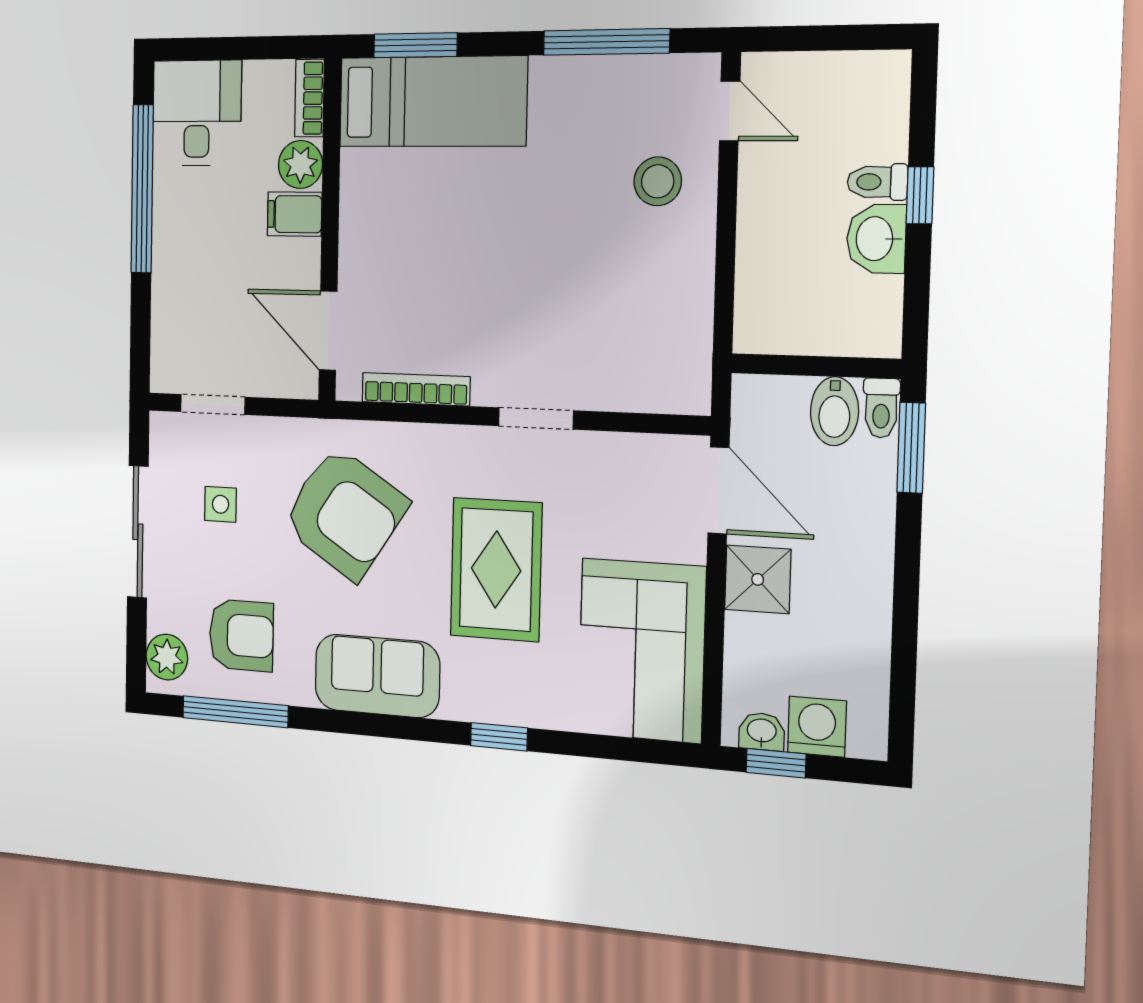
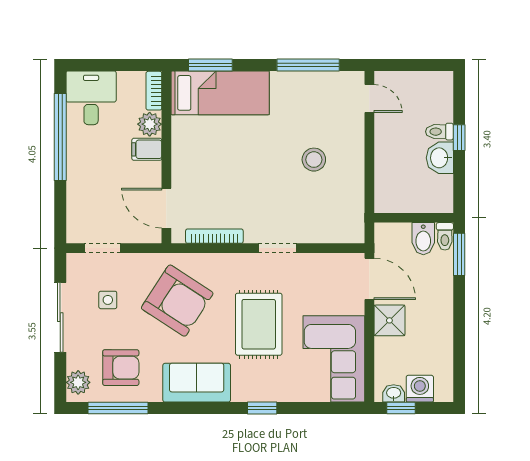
stool: (658, 181) -> (314, 160), moved

